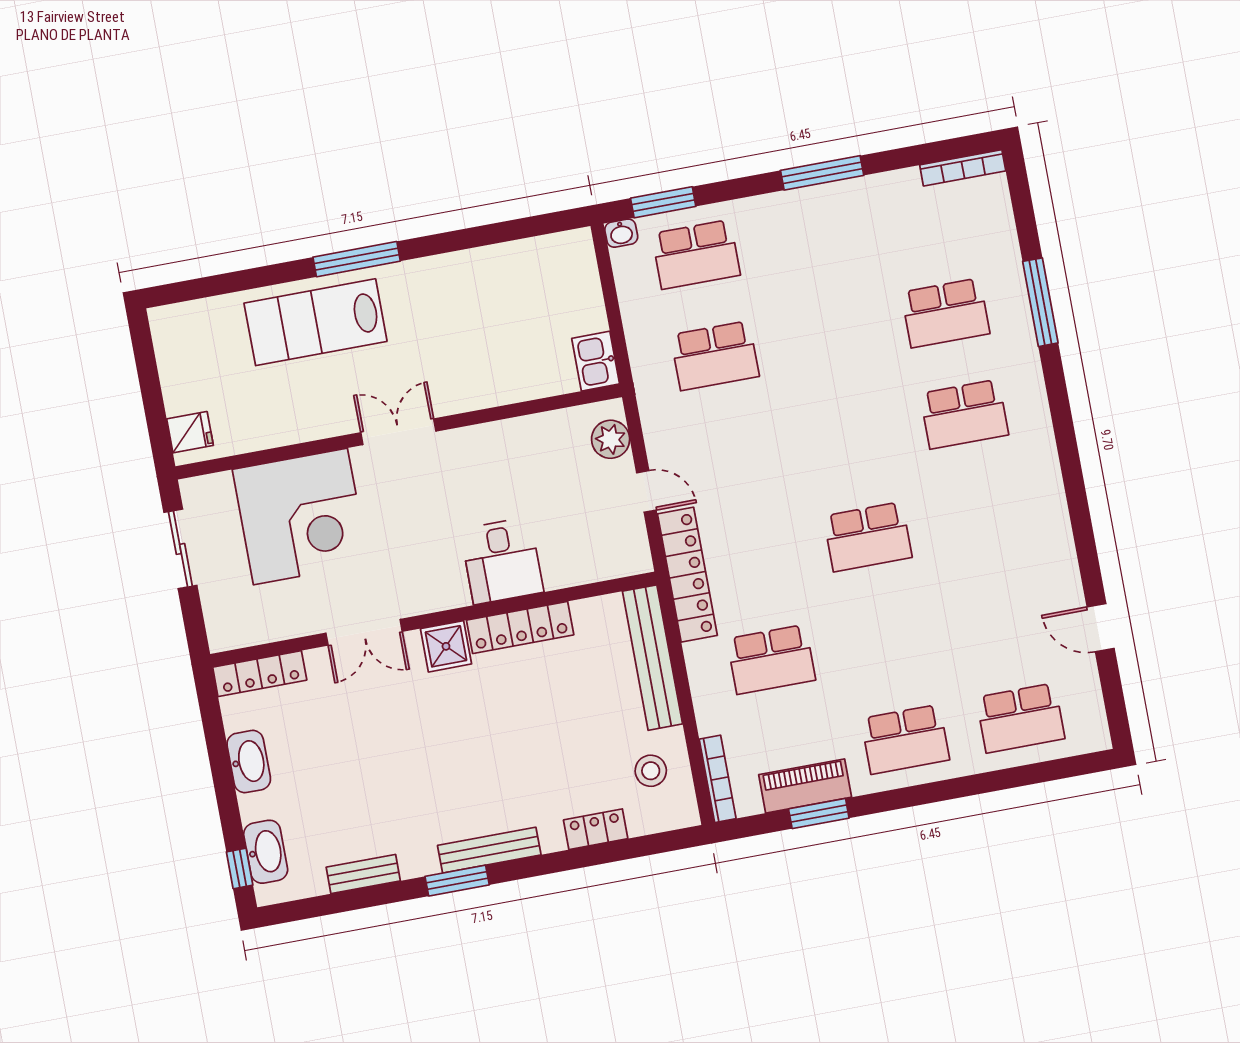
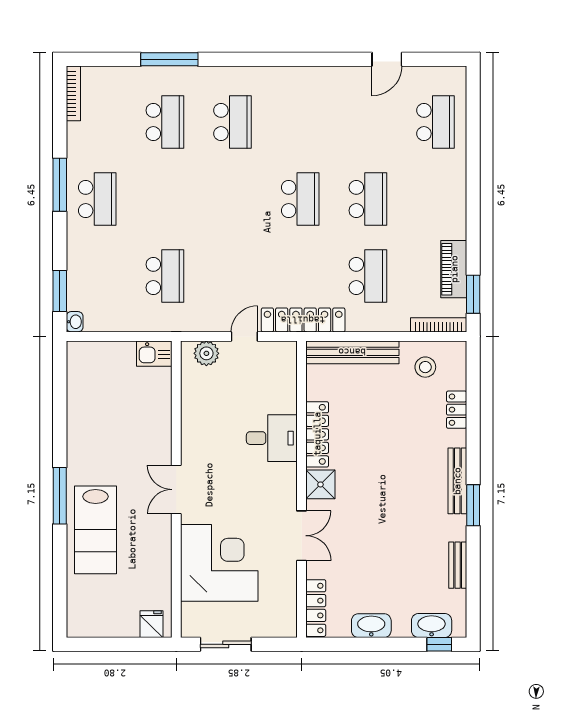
school desk: (696, 254) -> (97, 199), moved
school desk: (905, 739) -> (368, 199), moved
window: (819, 814) -> (473, 294), moved

